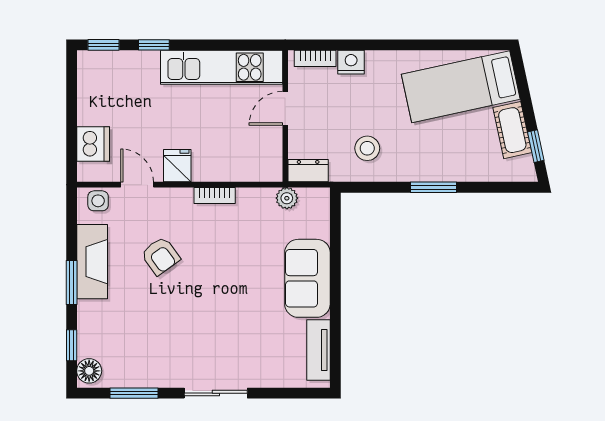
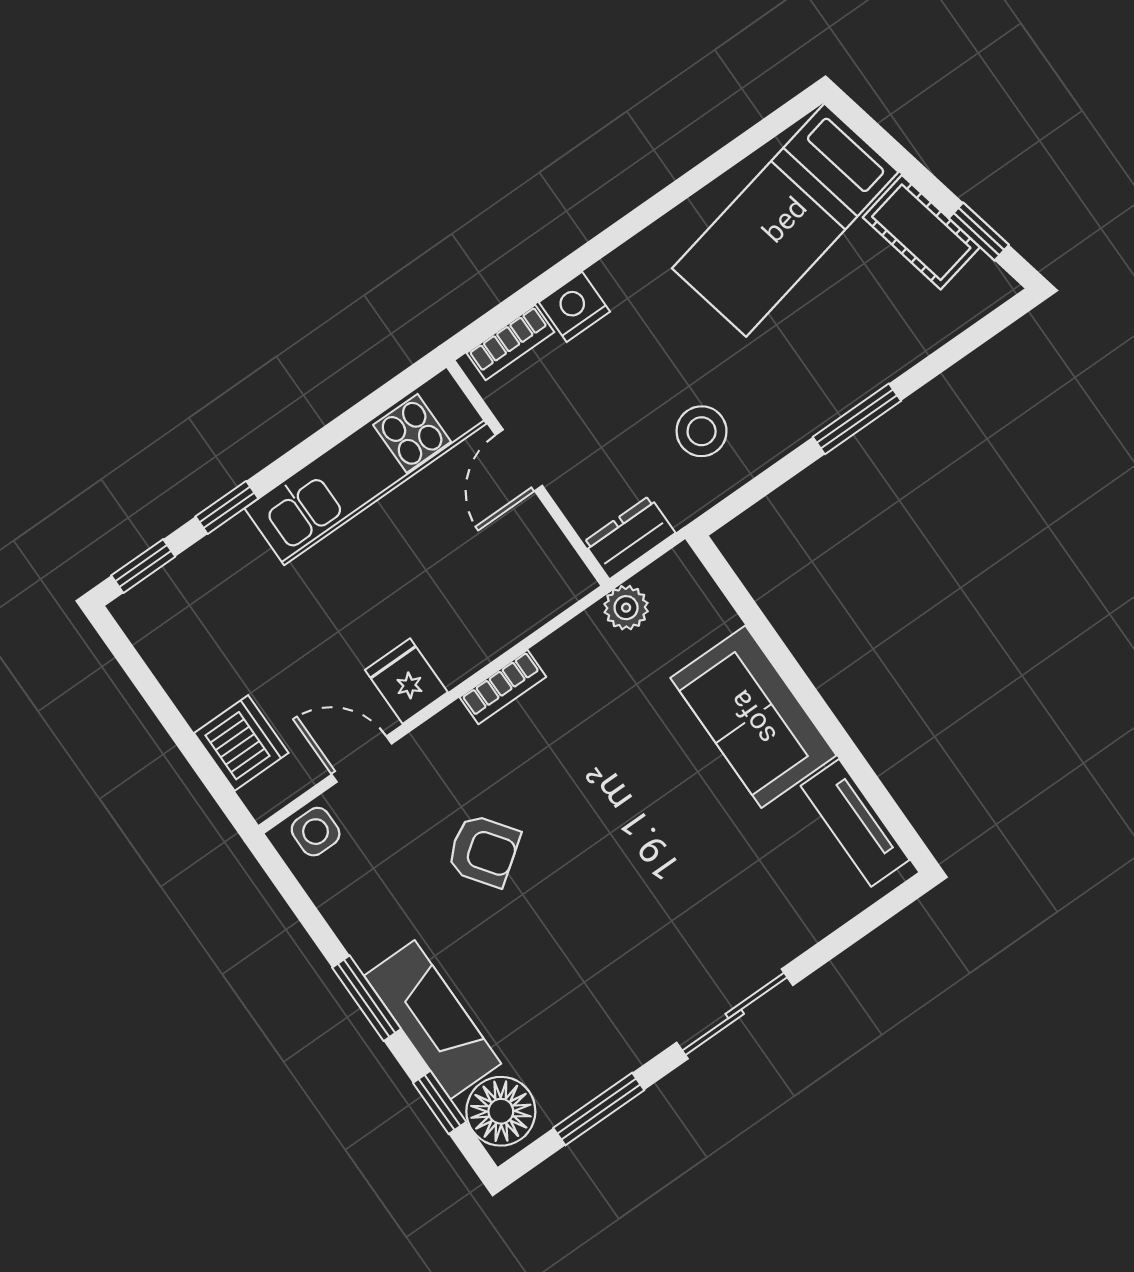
fireplace: (92, 262) -> (433, 1020), moved
floor lamp: (89, 371) -> (501, 1111), width x1.38, depth x1.38

